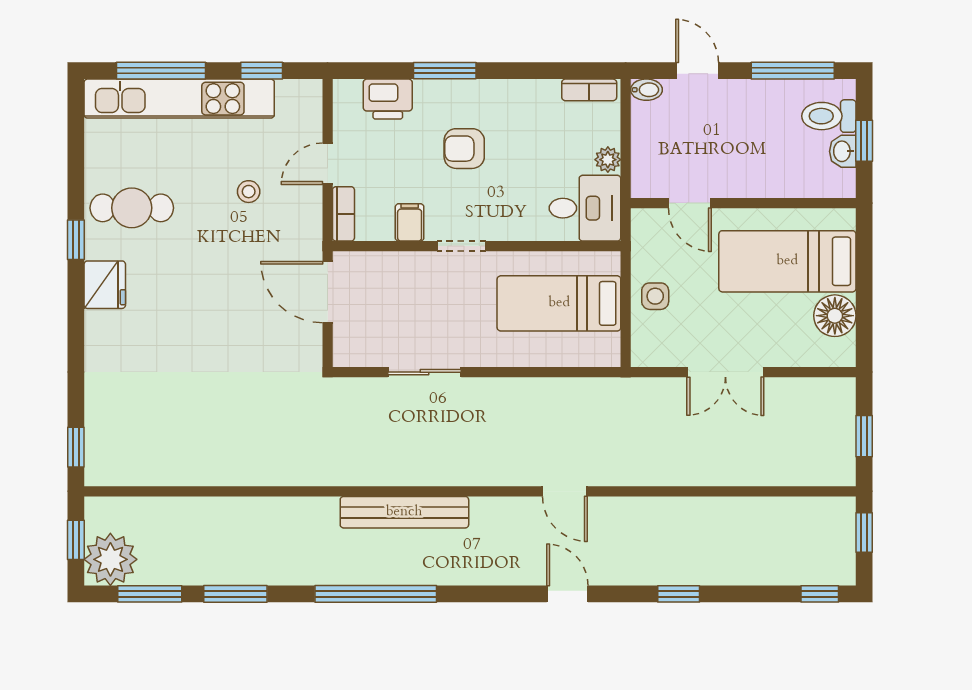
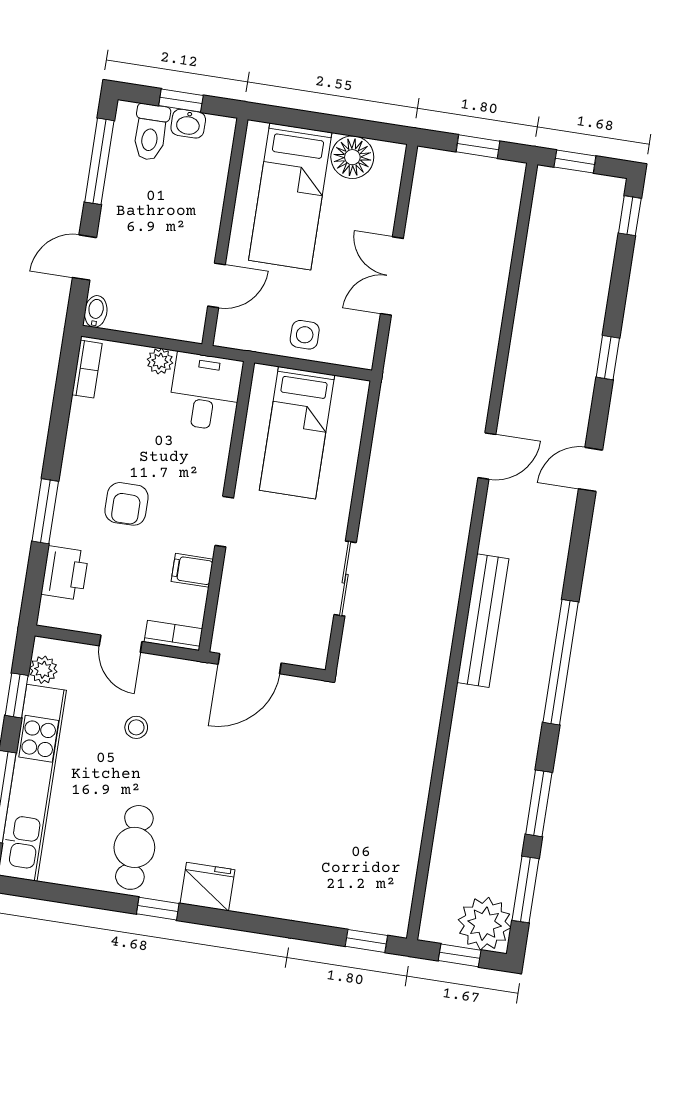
plant: (291, 93) -> (43, 670), added
double door: (725, 372) -> (392, 276), swing flipped

